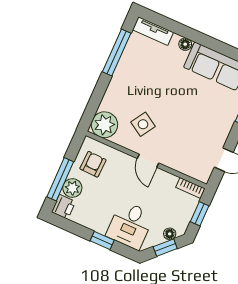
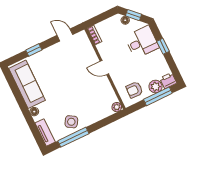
side table: (143, 124) -> (71, 122), moved
plant: (104, 125) -> (117, 107), width x0.53, depth x0.53
door: (148, 161) -> (104, 68), swing flipped
window: (200, 214) -> (101, 18), removed

